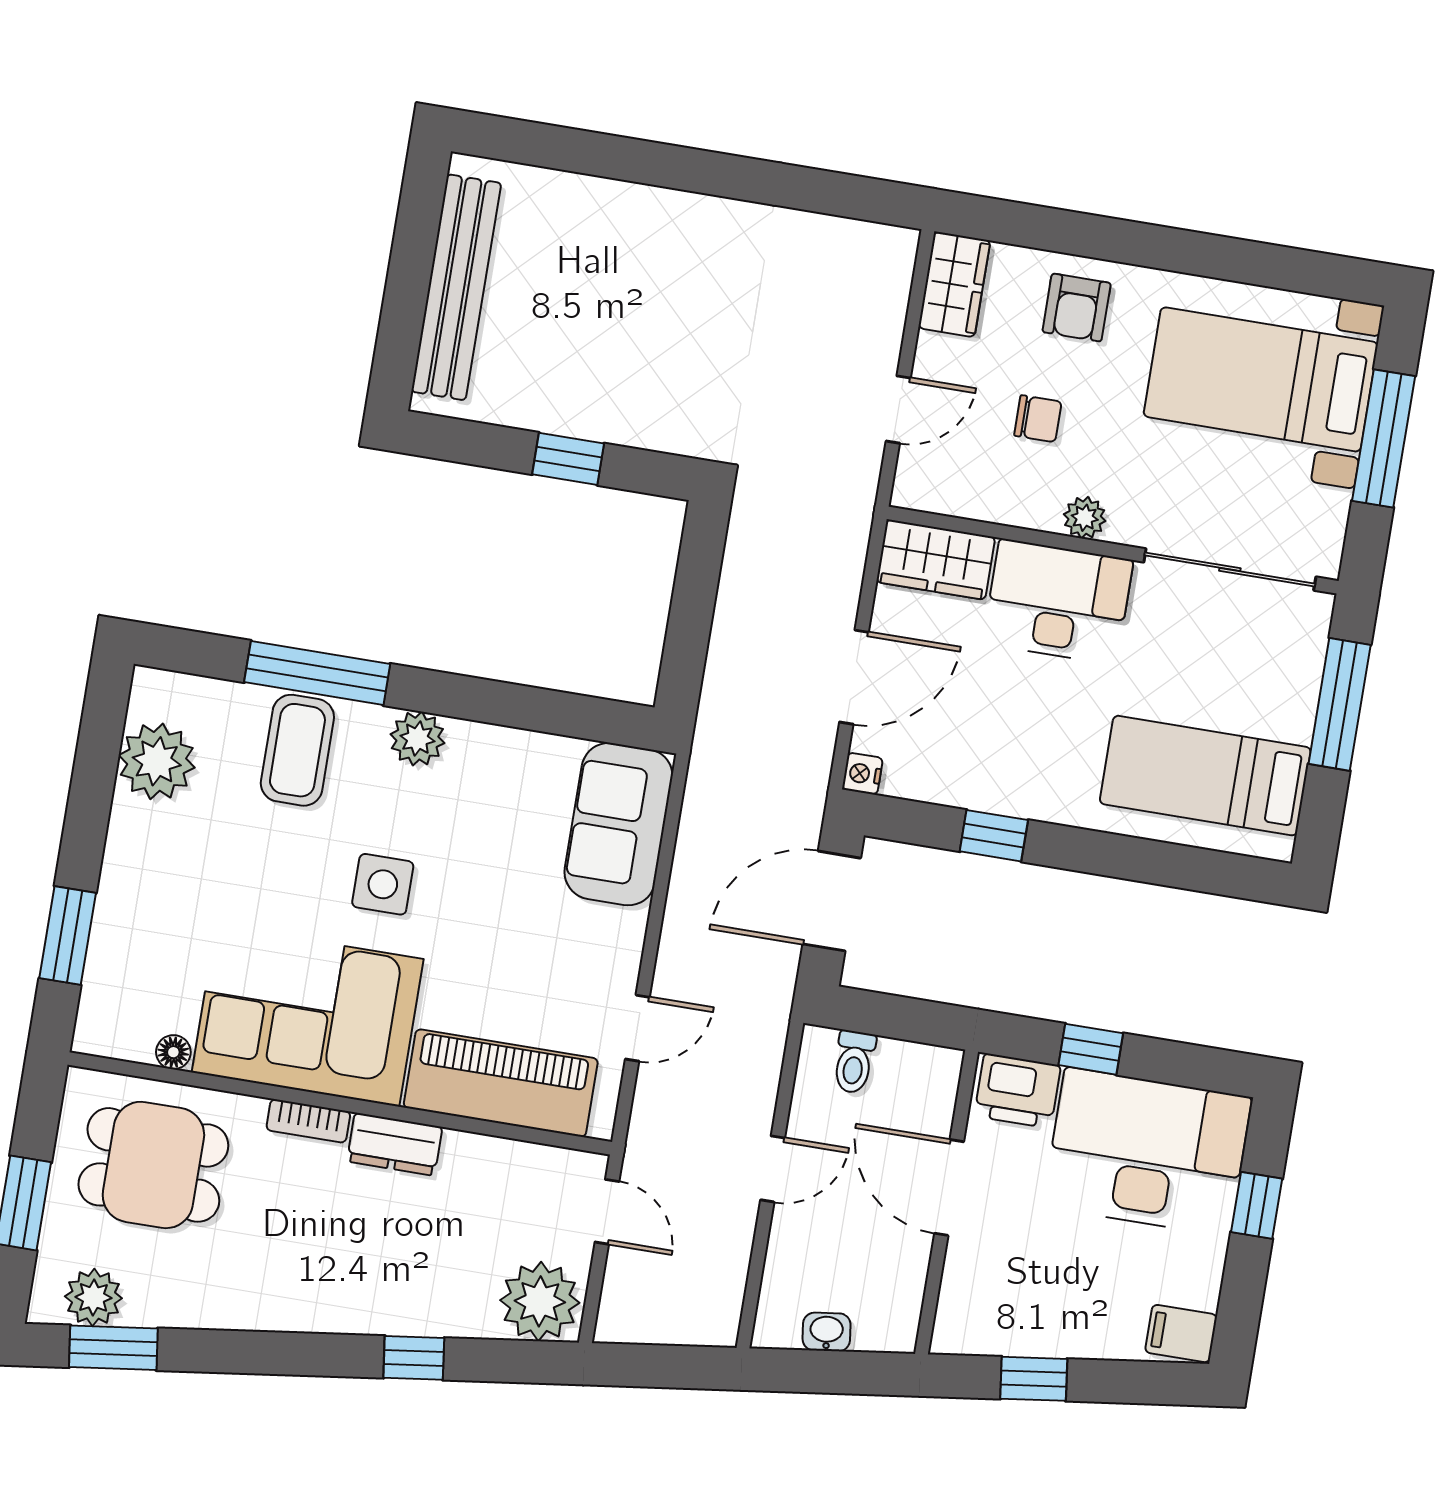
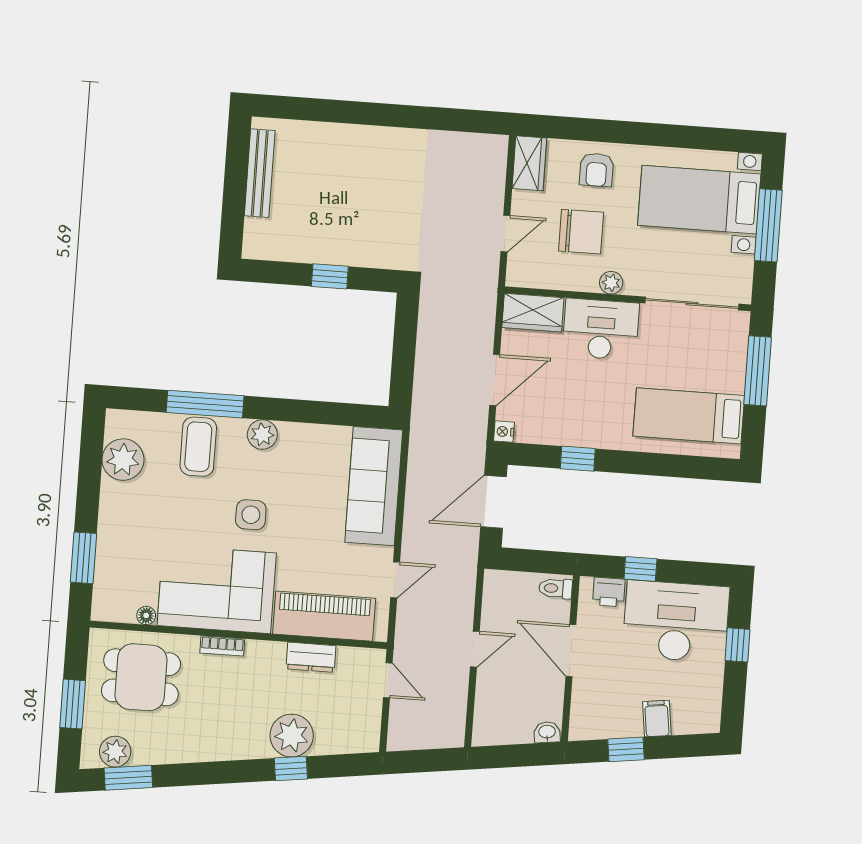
bench: (456, 287) -> (260, 173), width x0.73, depth x0.82
chair: (1038, 419) -> (581, 232), width x1.87, depth x1.87
sofa: (619, 824) -> (374, 486), width x1.36
toilet: (854, 1062) -> (556, 588), moved, turned 90
printer: (1017, 1091) -> (609, 592), width x0.73, depth x0.81
dresser: (395, 1144) -> (311, 657), moved
plant: (540, 1301) -> (292, 736), moved
washbasin: (827, 1332) -> (547, 732), moved
filing cabinet: (1181, 1334) -> (657, 719), moved, turned 83

